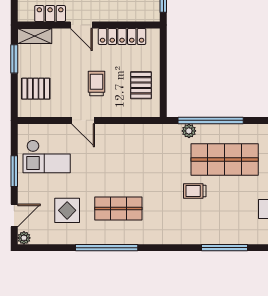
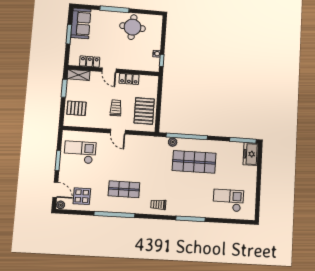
locker: (122, 36) -> (129, 79), width x0.66
pallet: (141, 85) -> (144, 111), width x1.50, depth x1.42
door: (83, 120) -> (118, 132), moved
checkout: (47, 156) -> (80, 152), turned 180
trolley: (195, 191) -> (158, 205), moved
display table: (67, 210) -> (82, 196), moved
door: (14, 216) -> (55, 190), hinge flipped

